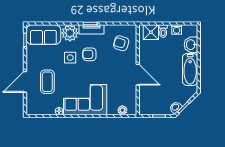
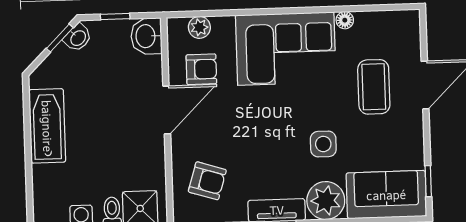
washbasin: (191, 45) -> (146, 36), moved, turned 180
armchair: (89, 54) -> (201, 69), moved
door: (138, 75) -> (167, 110), swing flipped

